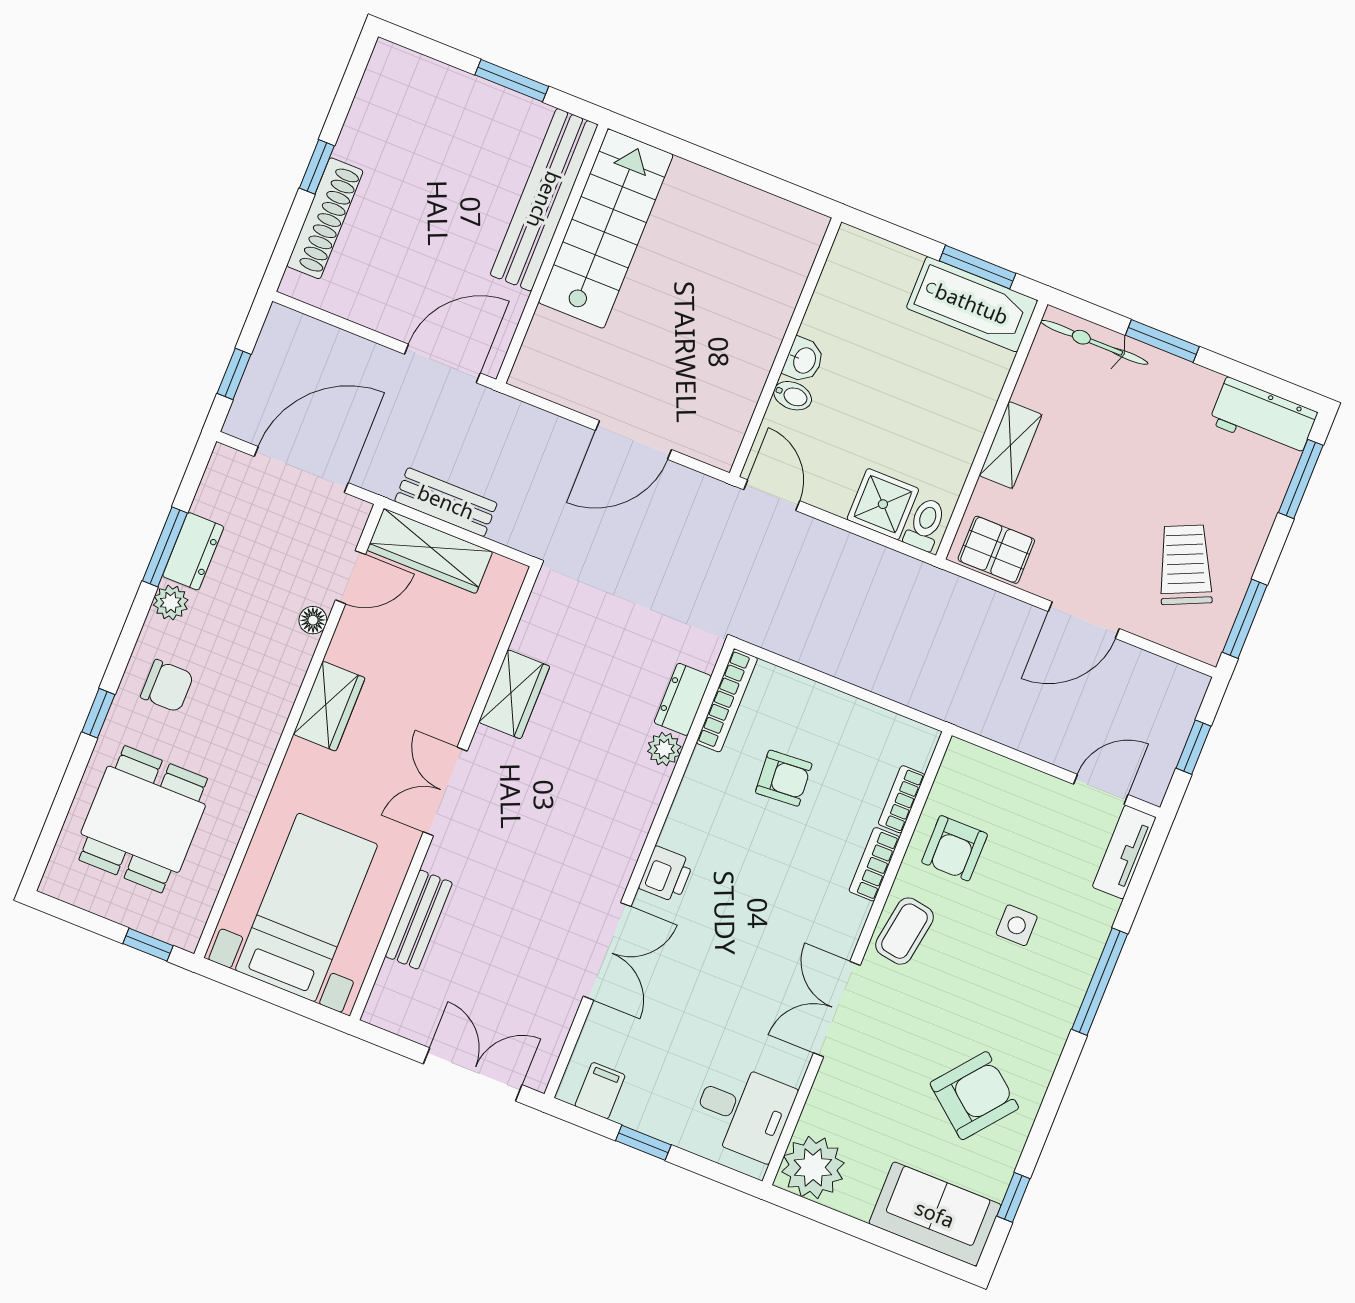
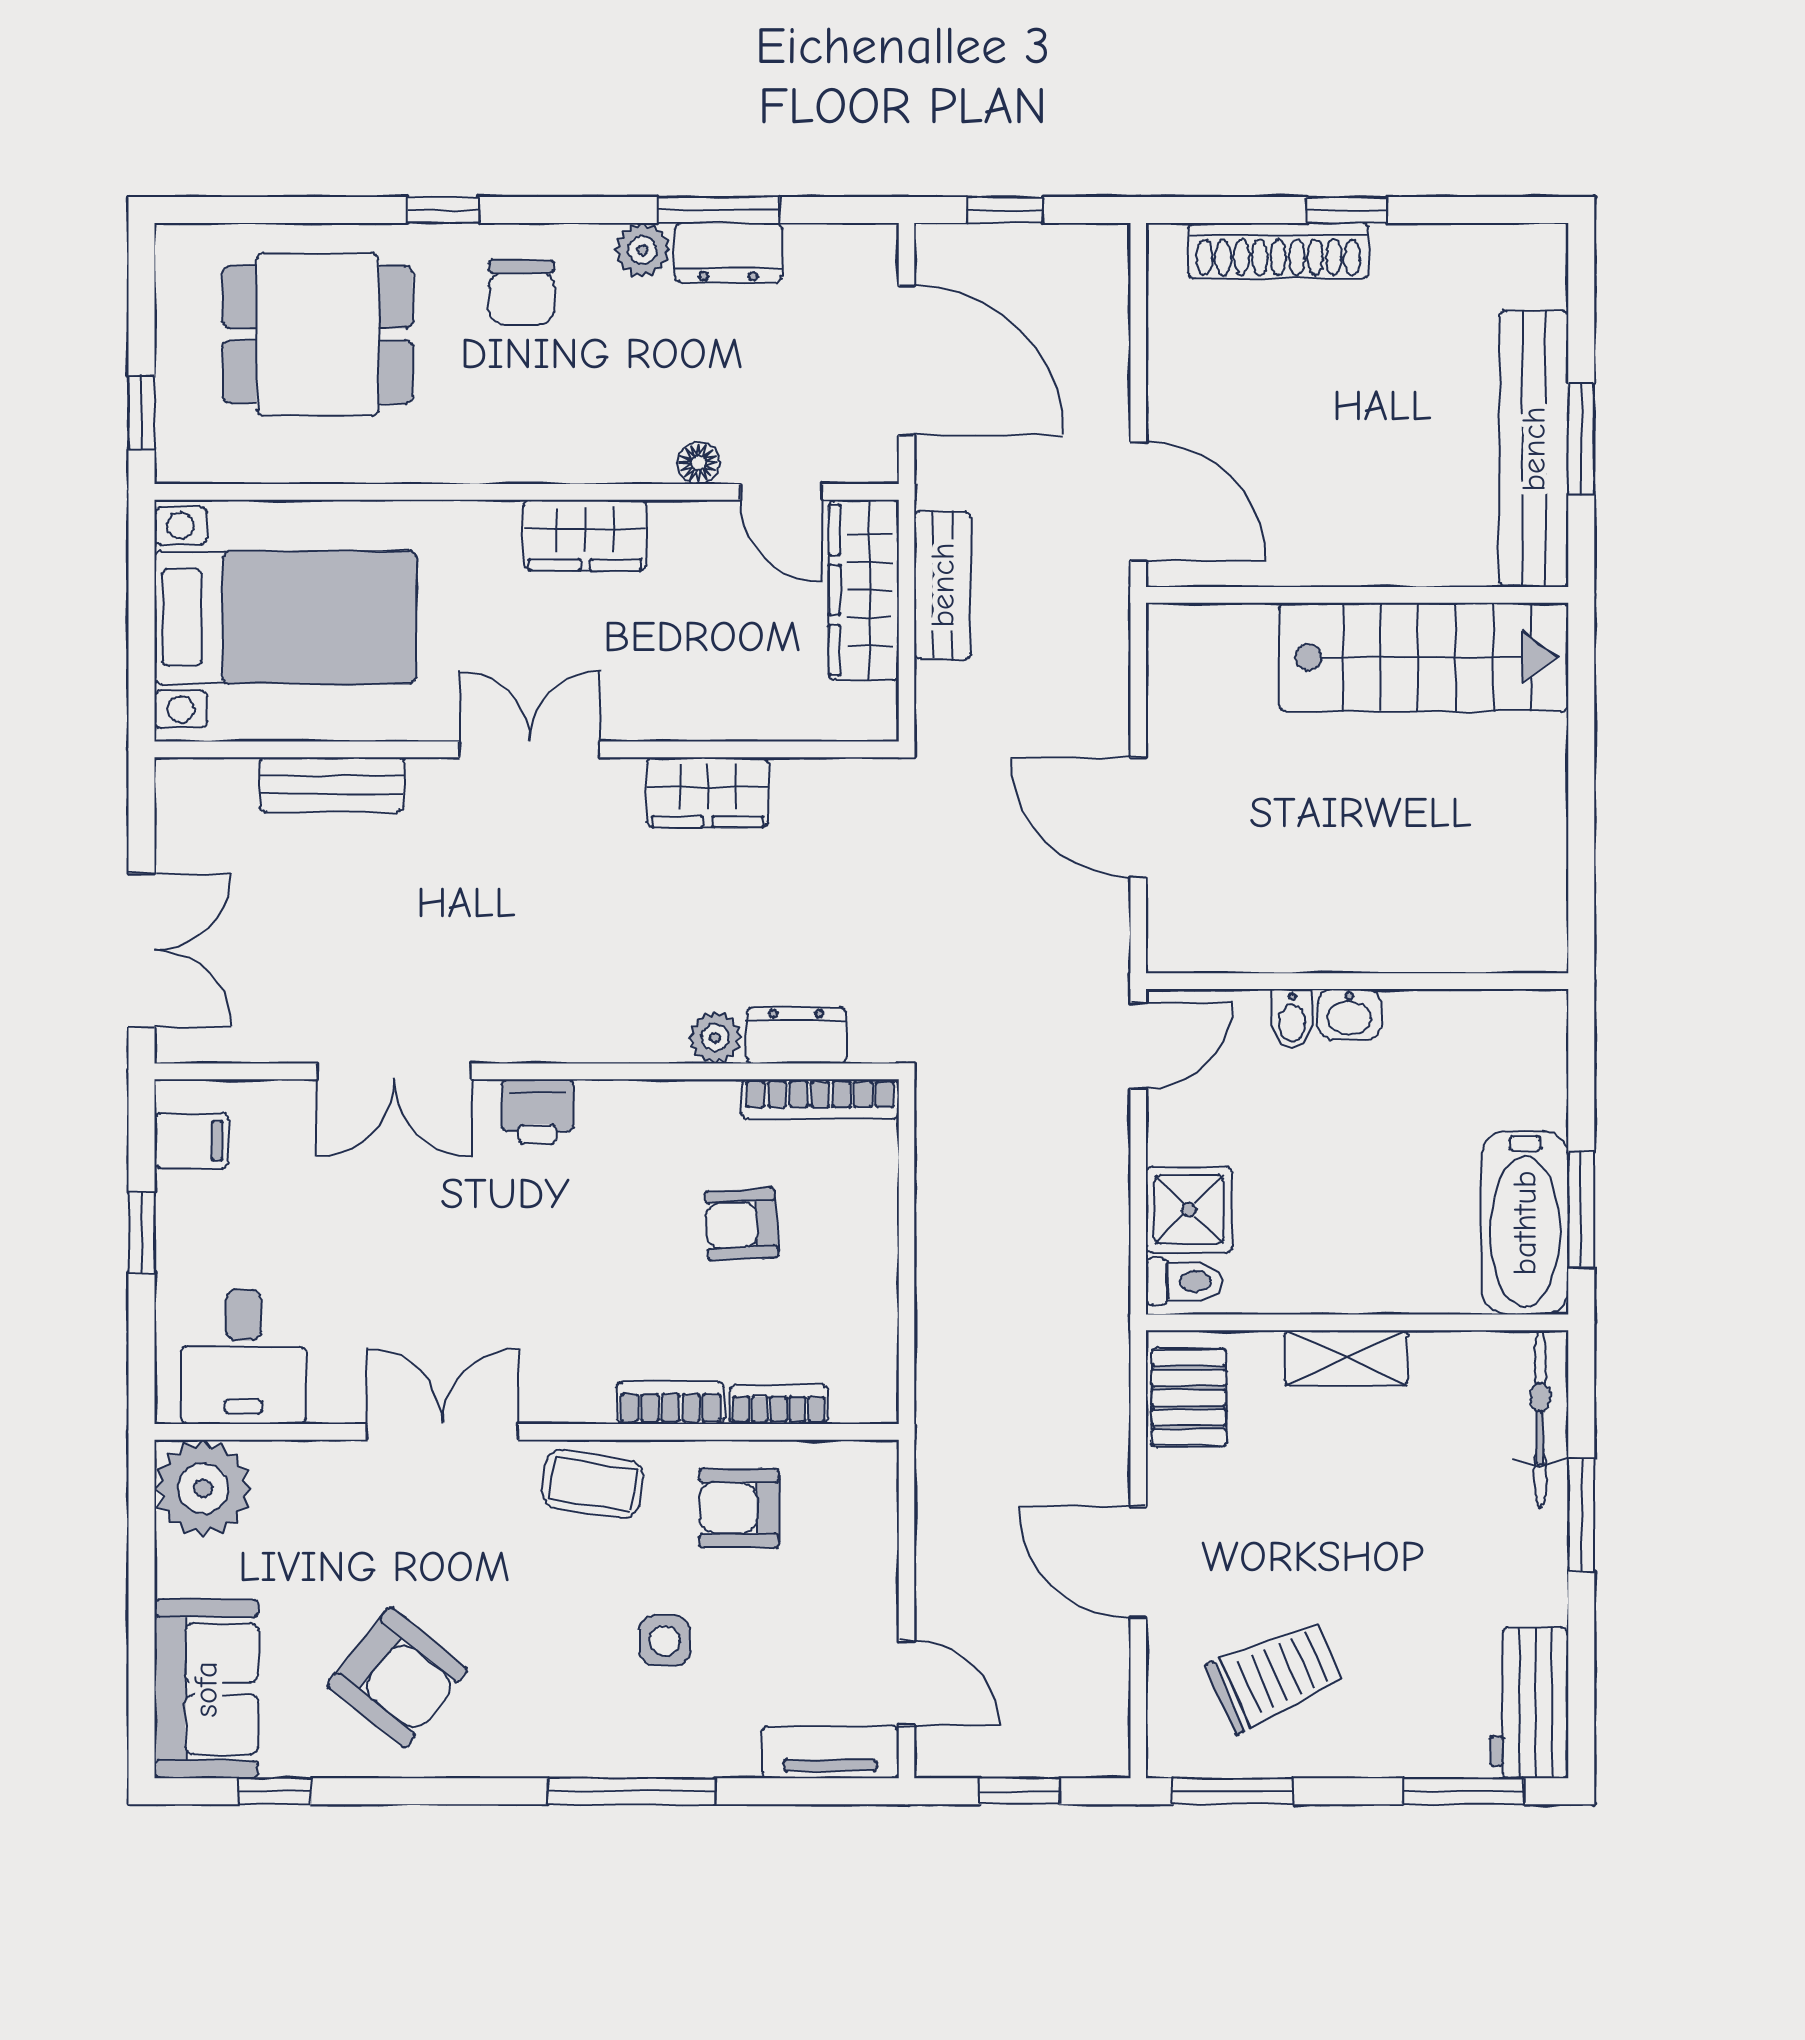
bench: (544, 200) -> (1534, 449), moved, turned 90
armchair: (784, 778) -> (742, 1225), turned 91

